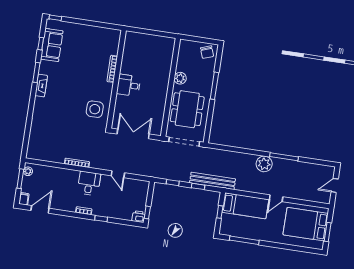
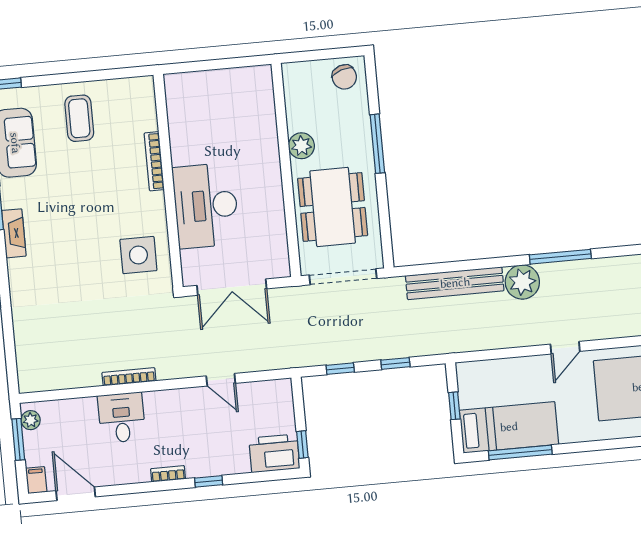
coffee table: (83, 41) -> (79, 118), added
desk: (129, 85) -> (206, 206), width x1.87, depth x1.30
double door: (133, 134) -> (232, 287), swing flipped
bench: (213, 181) -> (455, 283), moved
desk: (89, 183) -> (122, 418), moved
bed: (245, 206) -> (509, 427), moved
door: (40, 209) -> (76, 494), hinge flipped
printer: (138, 217) -> (274, 453), width x1.87, depth x1.48

